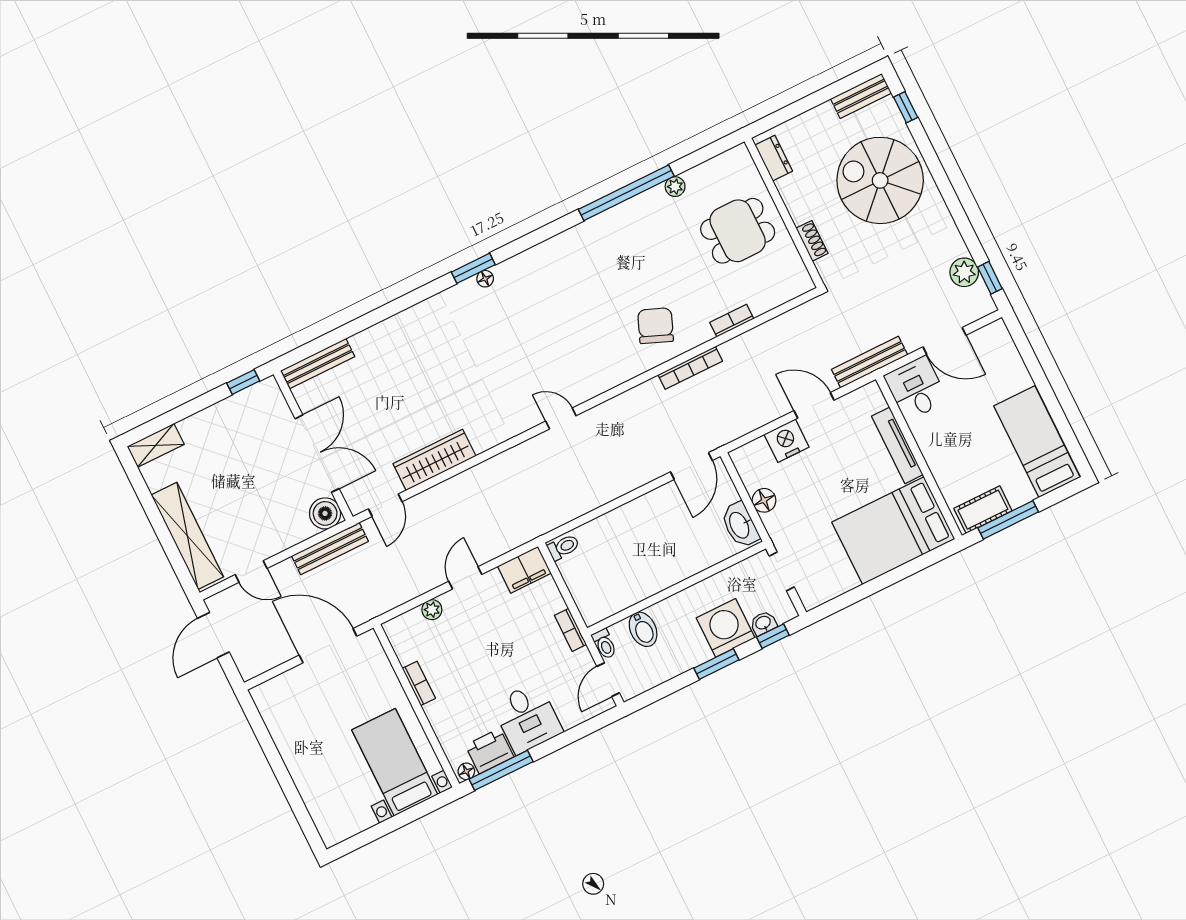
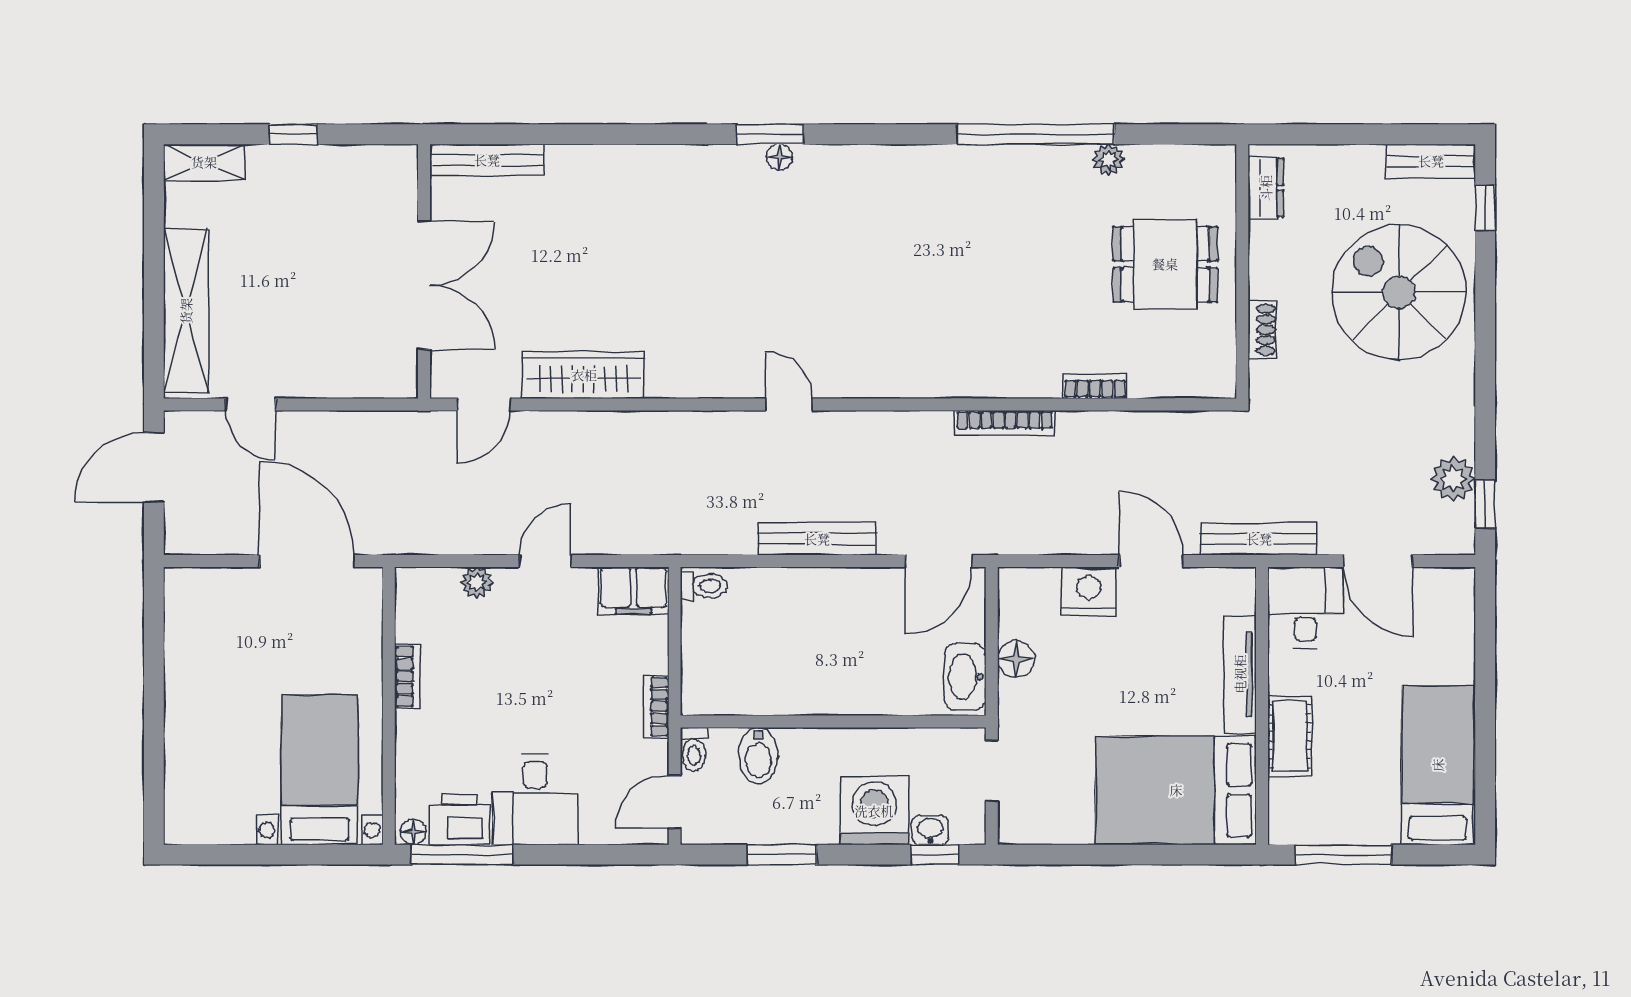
chair: (656, 326) -> (985, 340), removed
window: (243, 382) -> (293, 134), moved
cot: (983, 510) -> (1290, 736), moved, turned 90
boiler: (325, 513) -> (394, 374), removed
bench: (330, 549) -> (817, 539), moved
window: (716, 664) -> (782, 855), moved

